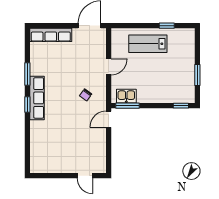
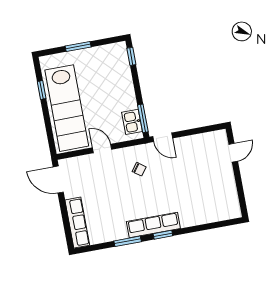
lab bench: (148, 44) -> (67, 108), width x1.86, depth x1.39
window: (197, 75) -> (78, 46), moved

